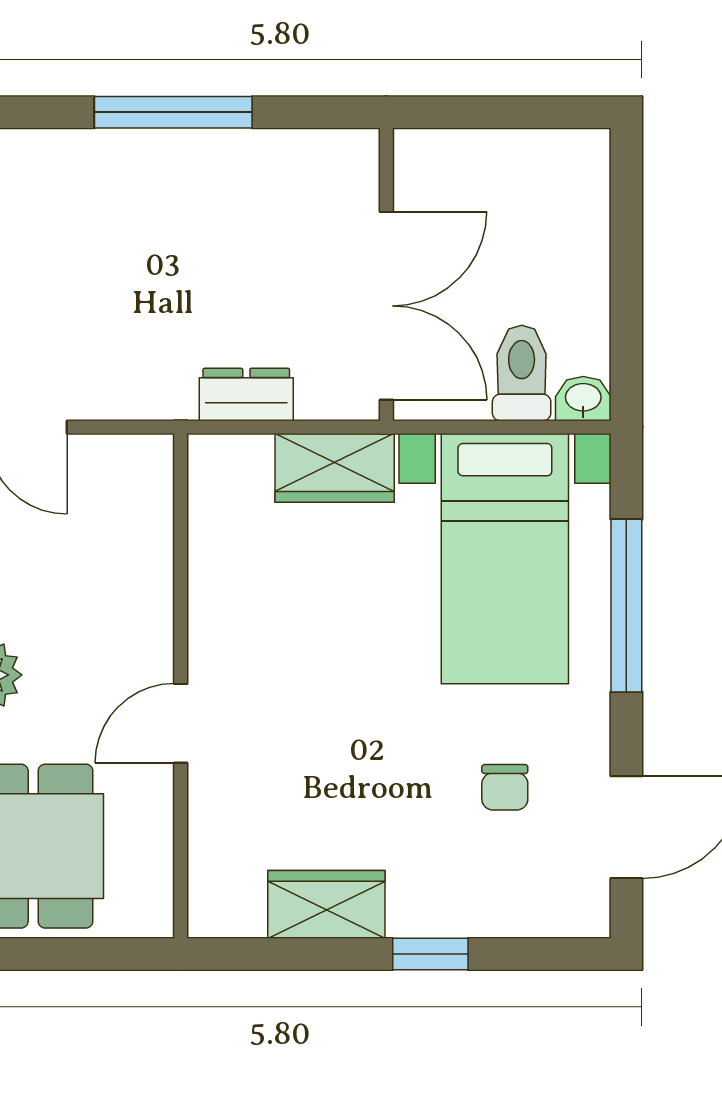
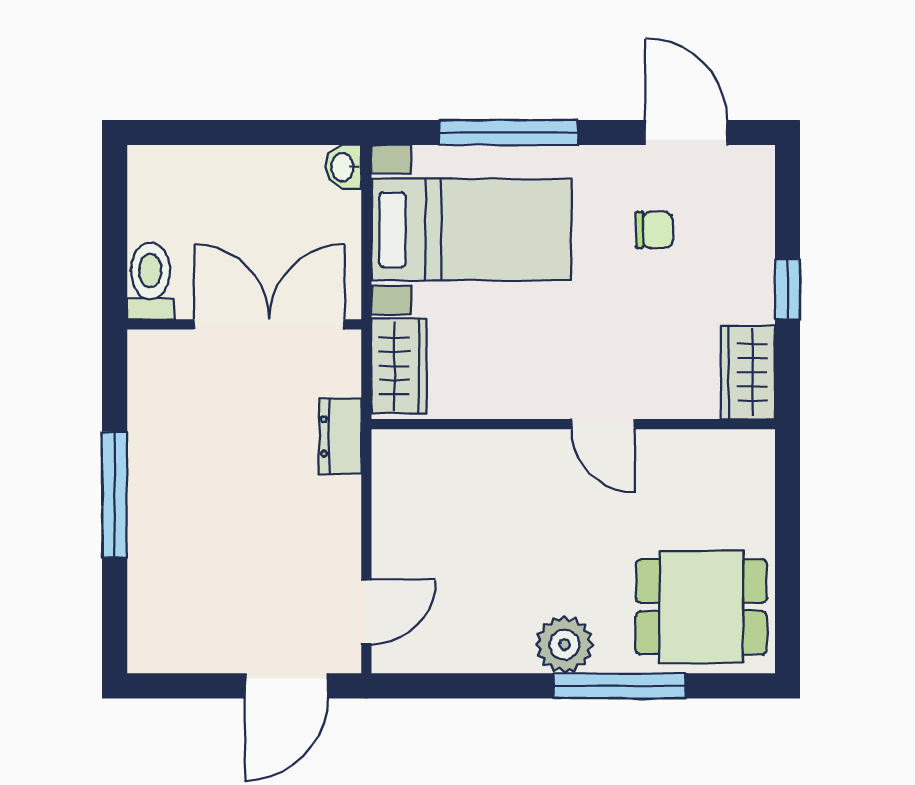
toilet: (522, 373) -> (150, 281), moved, turned 90
wall: (181, 686) -> (573, 424), moved
door: (181, 723) -> (603, 424), moved

